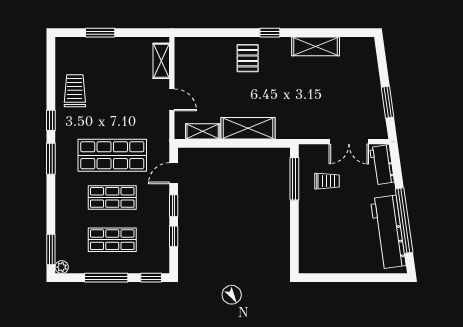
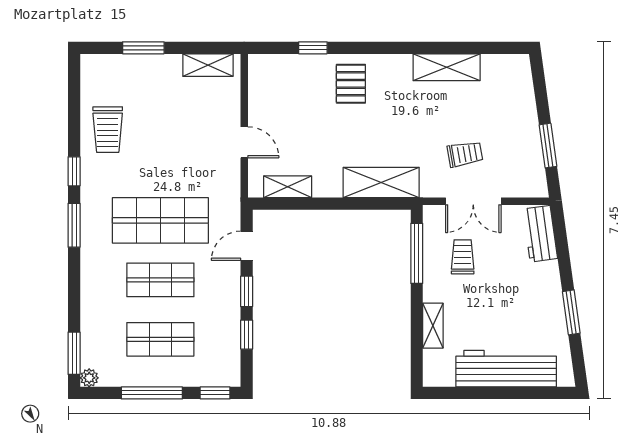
window: (270, 33) -> (313, 48), moved
shelving: (161, 61) -> (208, 65), moved, turned 90
trolley: (75, 91) -> (108, 130), turned 180
trolley: (329, 108) -> (465, 154), added
shelving: (248, 128) -> (381, 182), moved
double door: (349, 142) -> (473, 201), moved
trolley: (327, 181) -> (463, 257), turned -90
window: (404, 221) -> (571, 312), width x0.47
shelving: (306, 230) -> (433, 326), added
workbench: (388, 232) -> (506, 369), moved, turned 98

